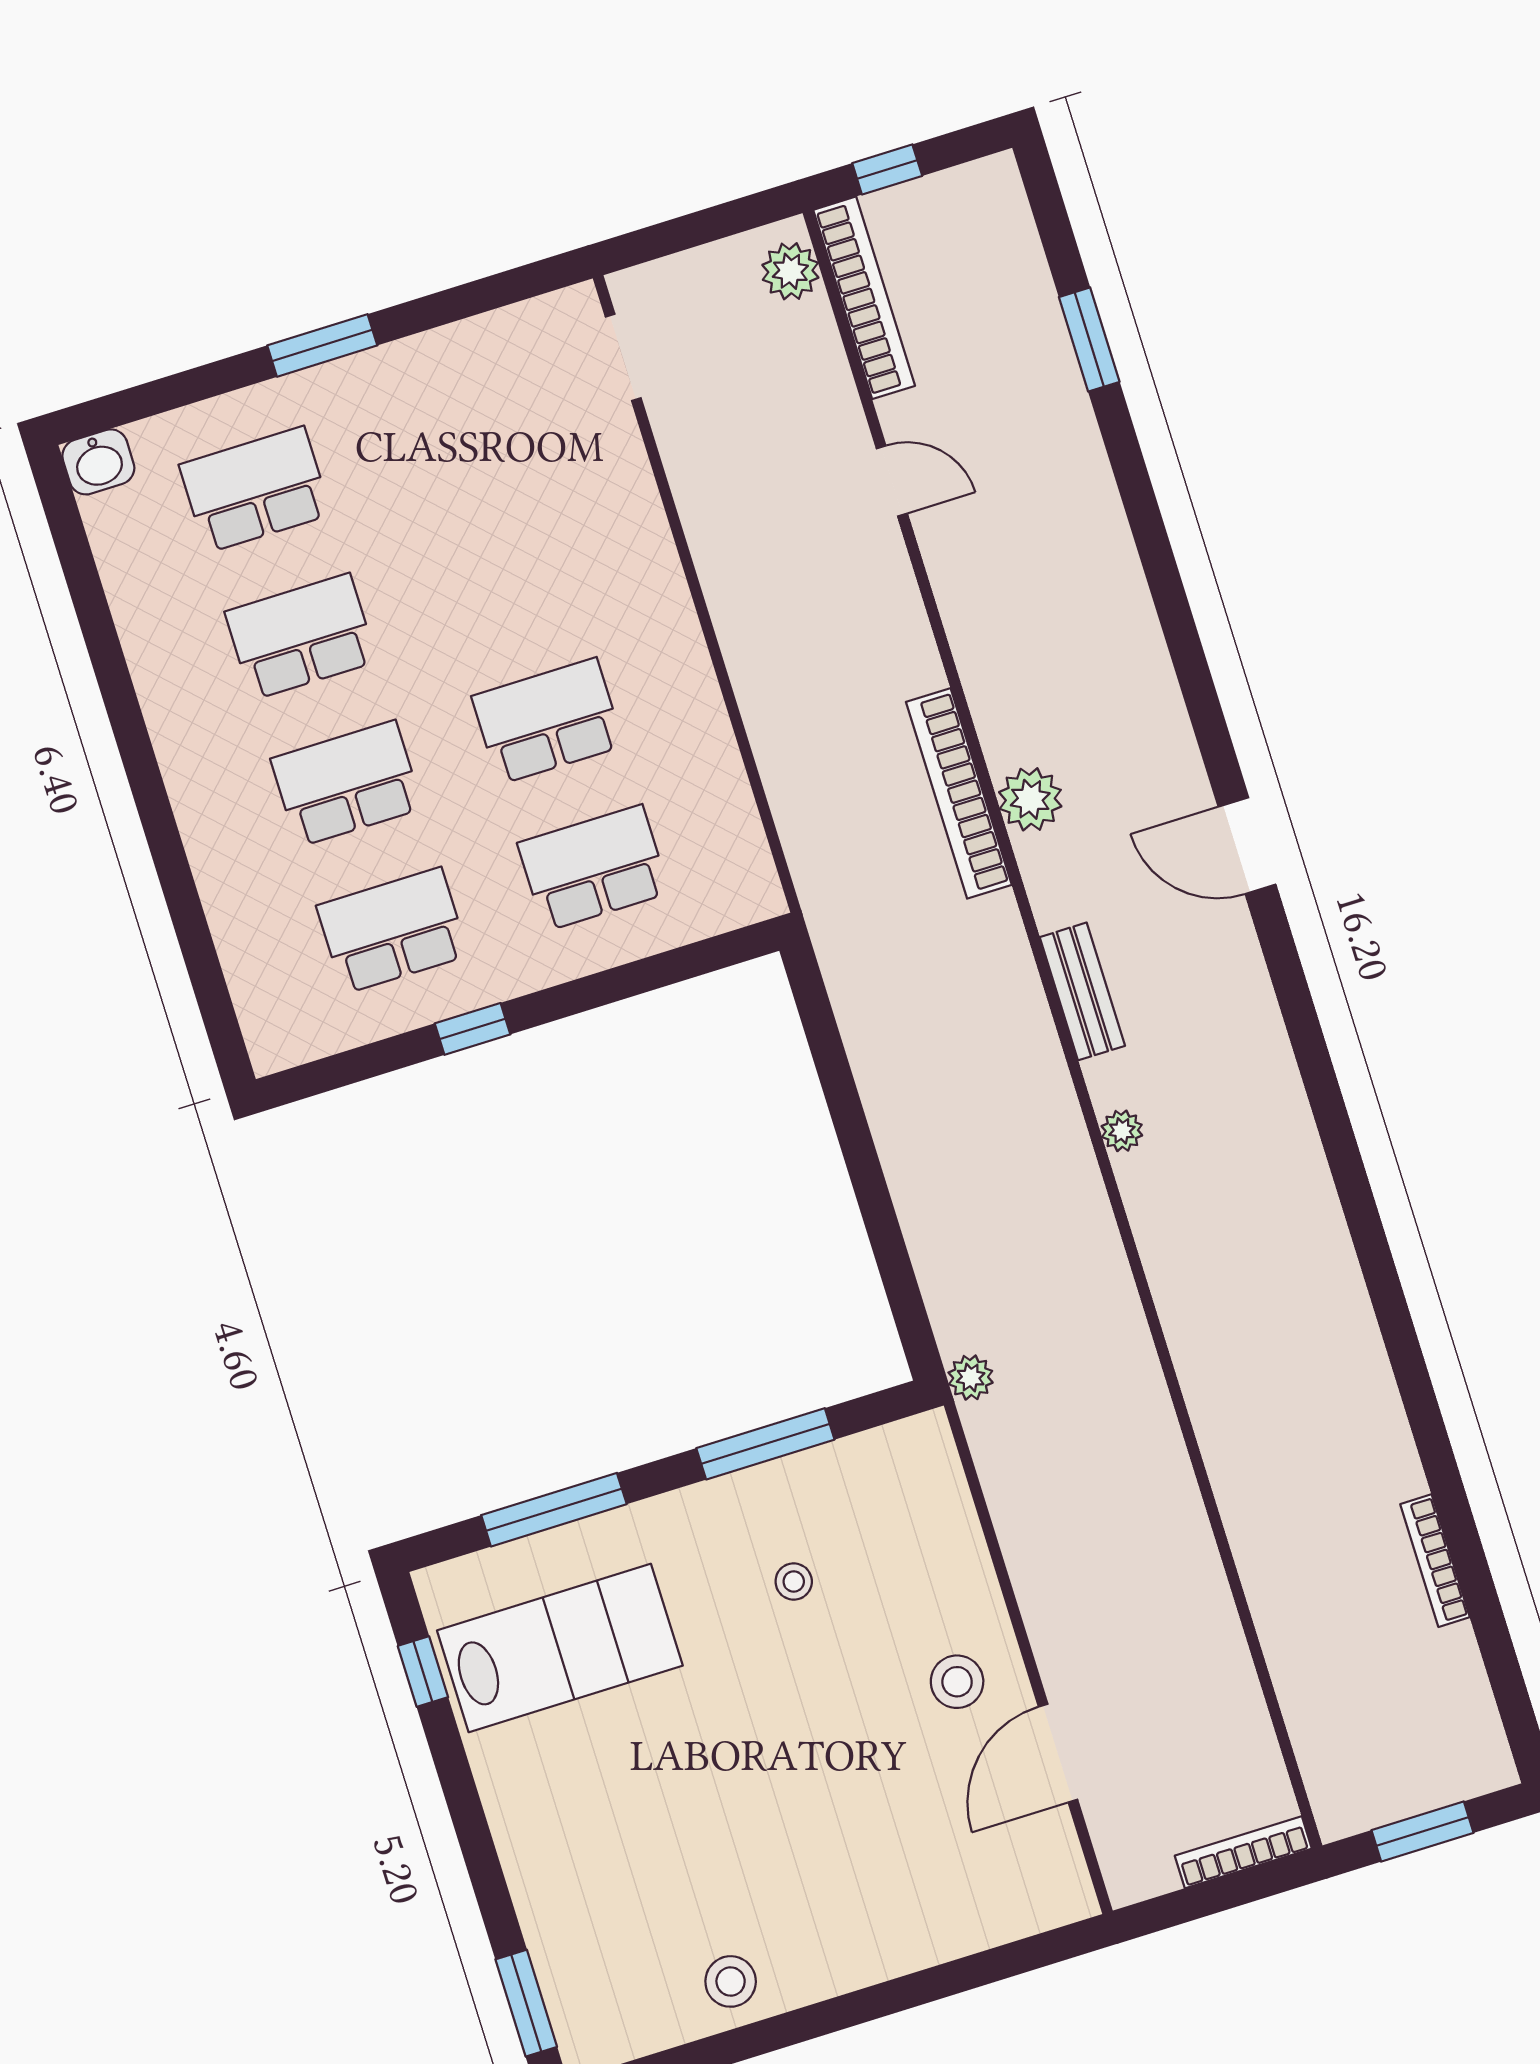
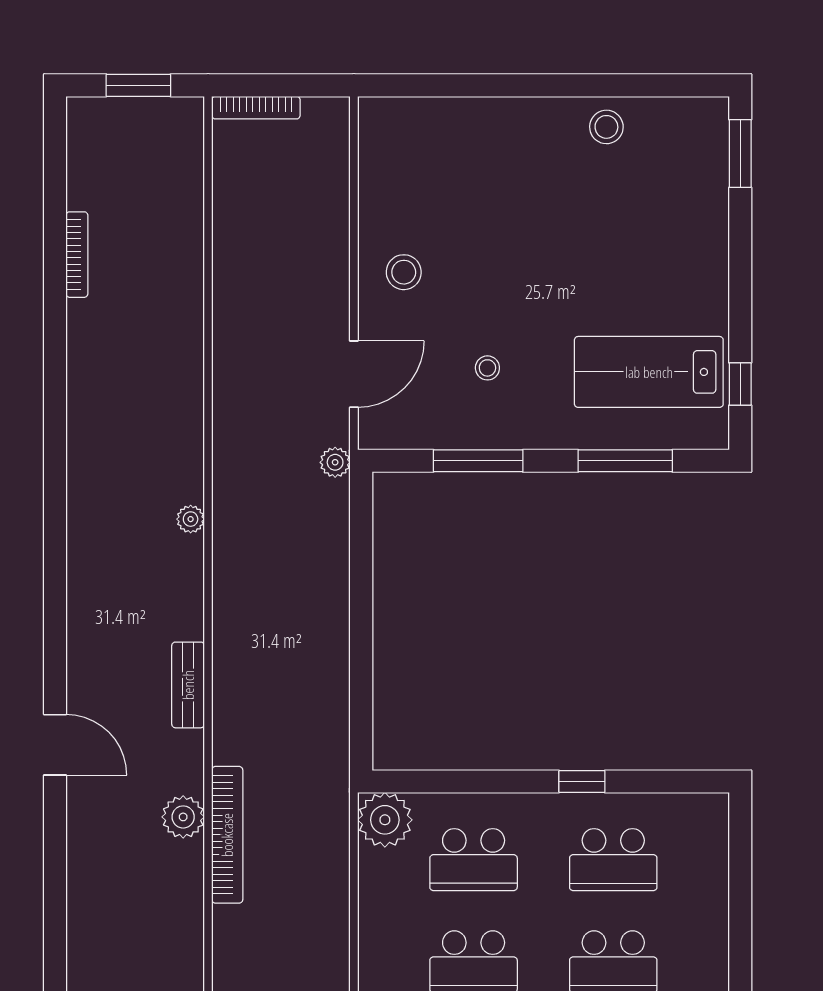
plant: (739, 886) -> (385, 820), added
plant: (1122, 1131) -> (191, 519), moved
door: (1058, 1753) -> (354, 374), moved

